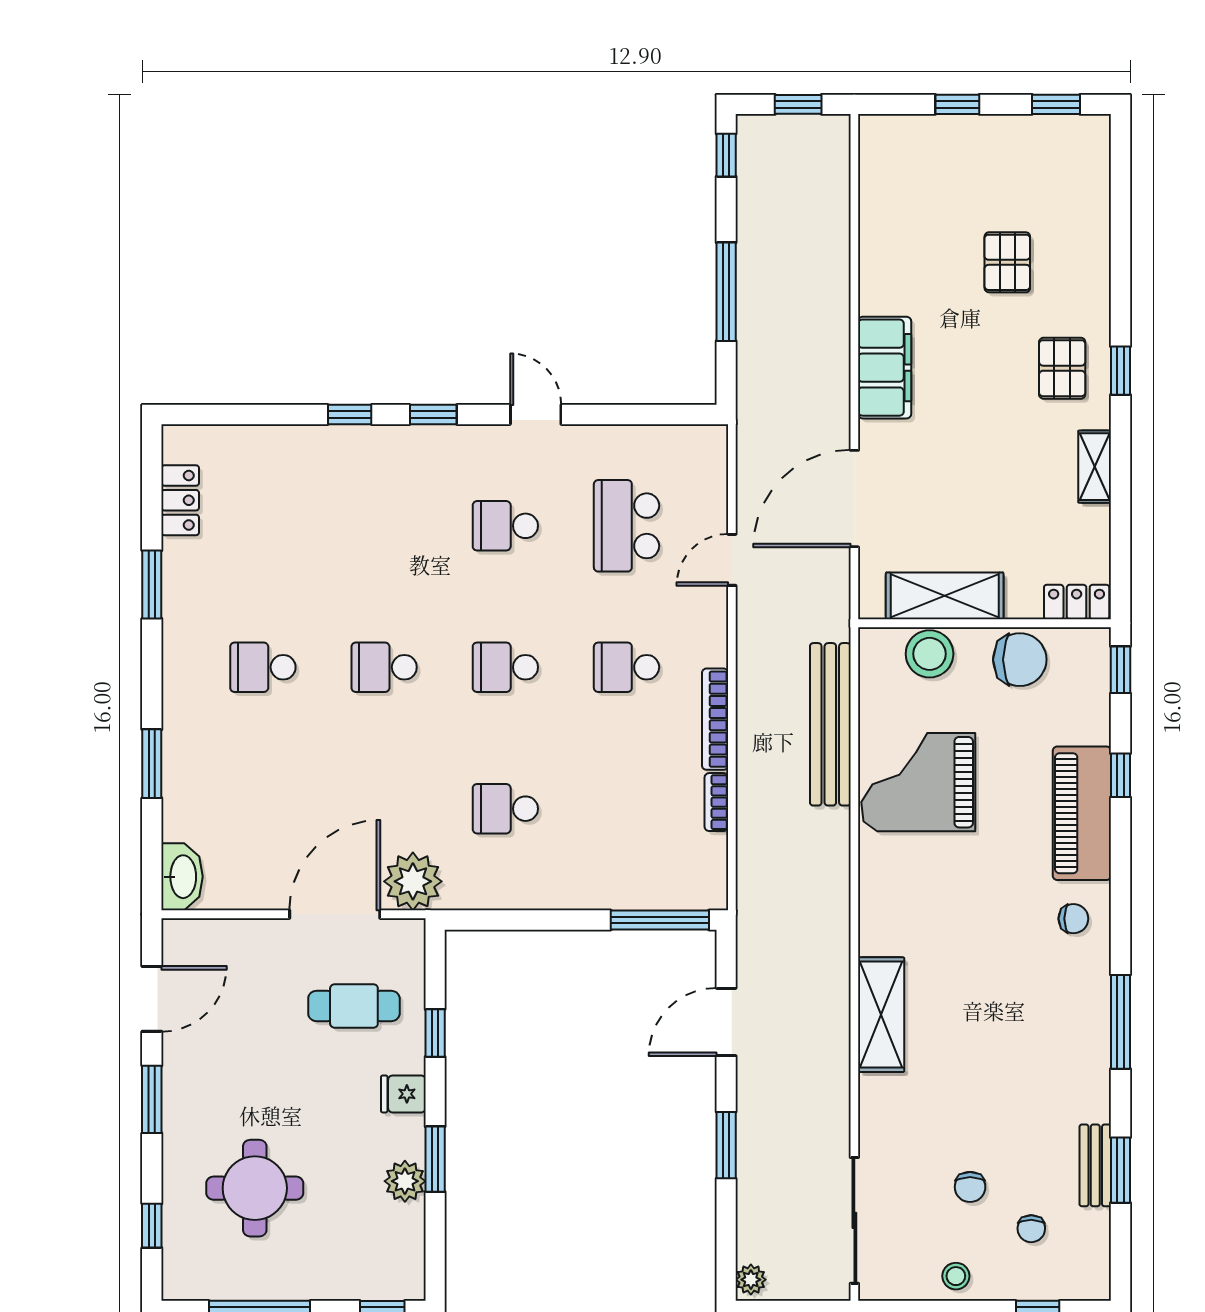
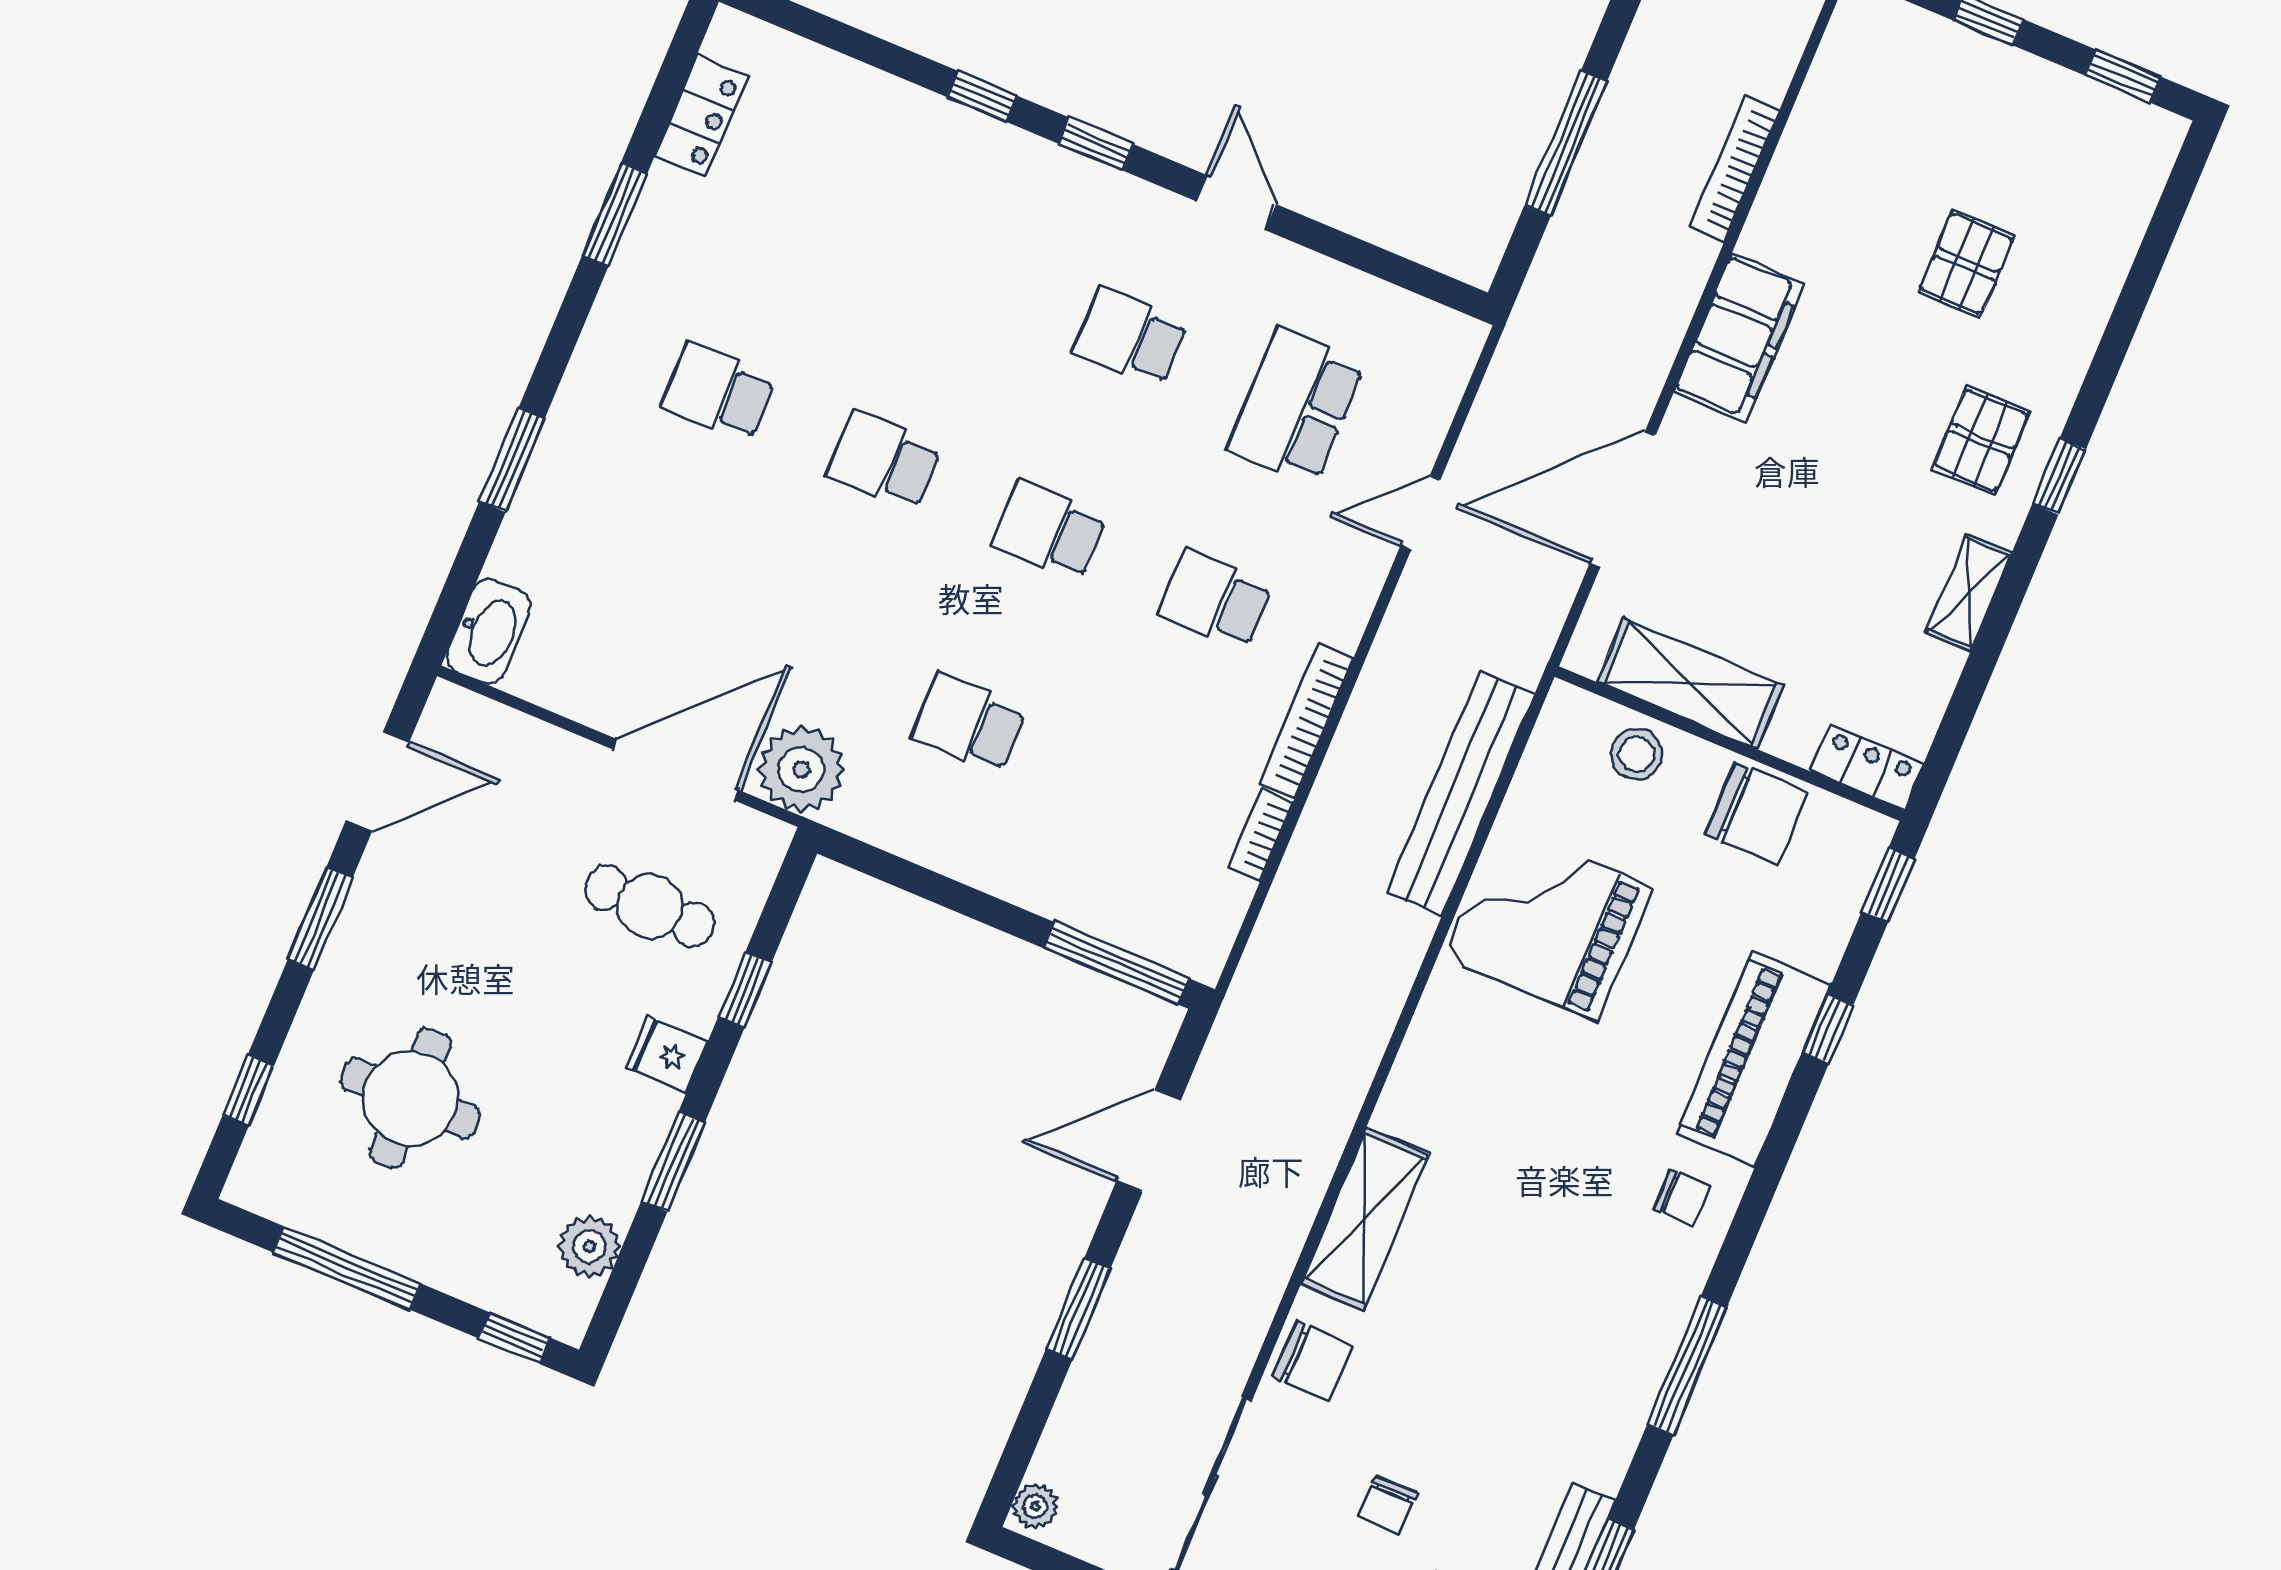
bookcase: (838, 264) -> (1735, 169), added
stool: (930, 654) -> (1637, 754), width x0.73, depth x0.73
chair: (886, 1117) -> (1313, 1361), added
plant: (405, 1181) -> (589, 1246), moved

